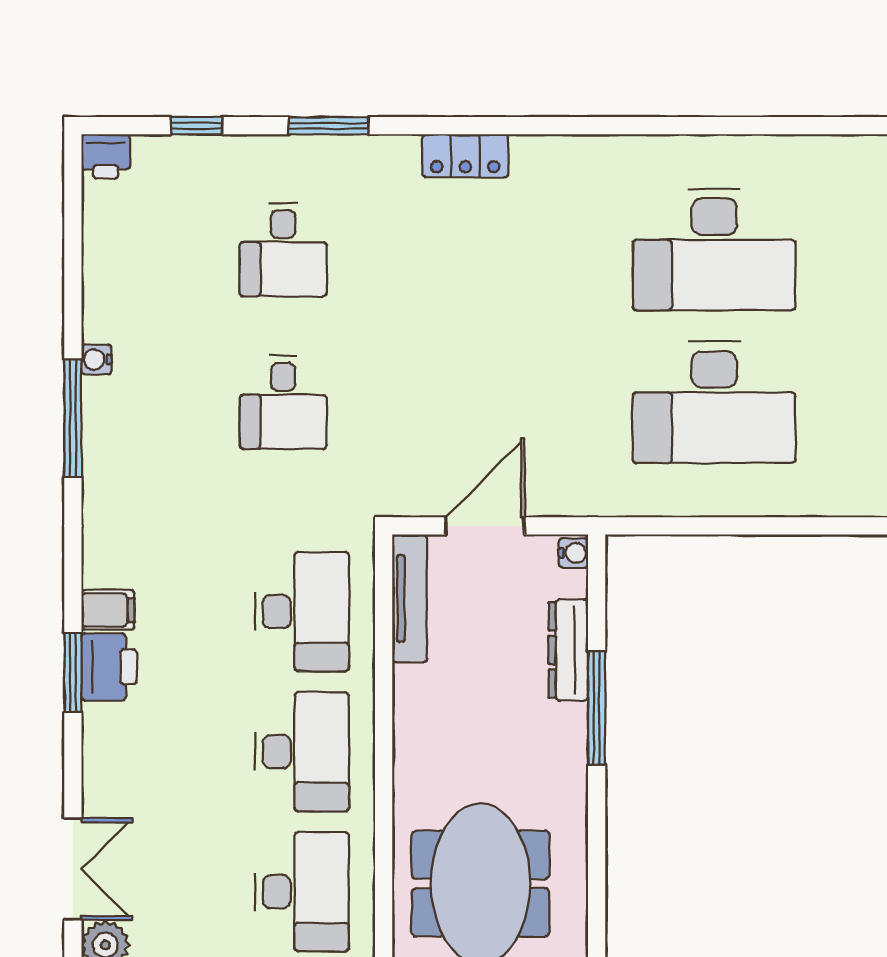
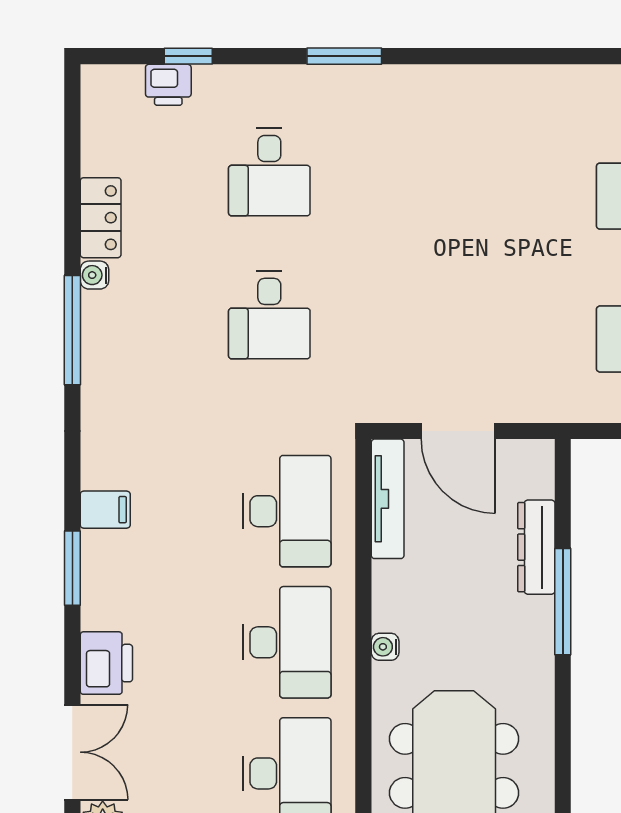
window: (329, 126) -> (344, 56), moved
printer: (106, 156) -> (168, 85), moved
locker: (465, 156) -> (101, 218), moved, turned -90
door: (485, 526) -> (458, 431), swing flipped
water cooler: (573, 553) -> (385, 647), moved, turned 180
printer: (109, 667) -> (106, 663), moved

